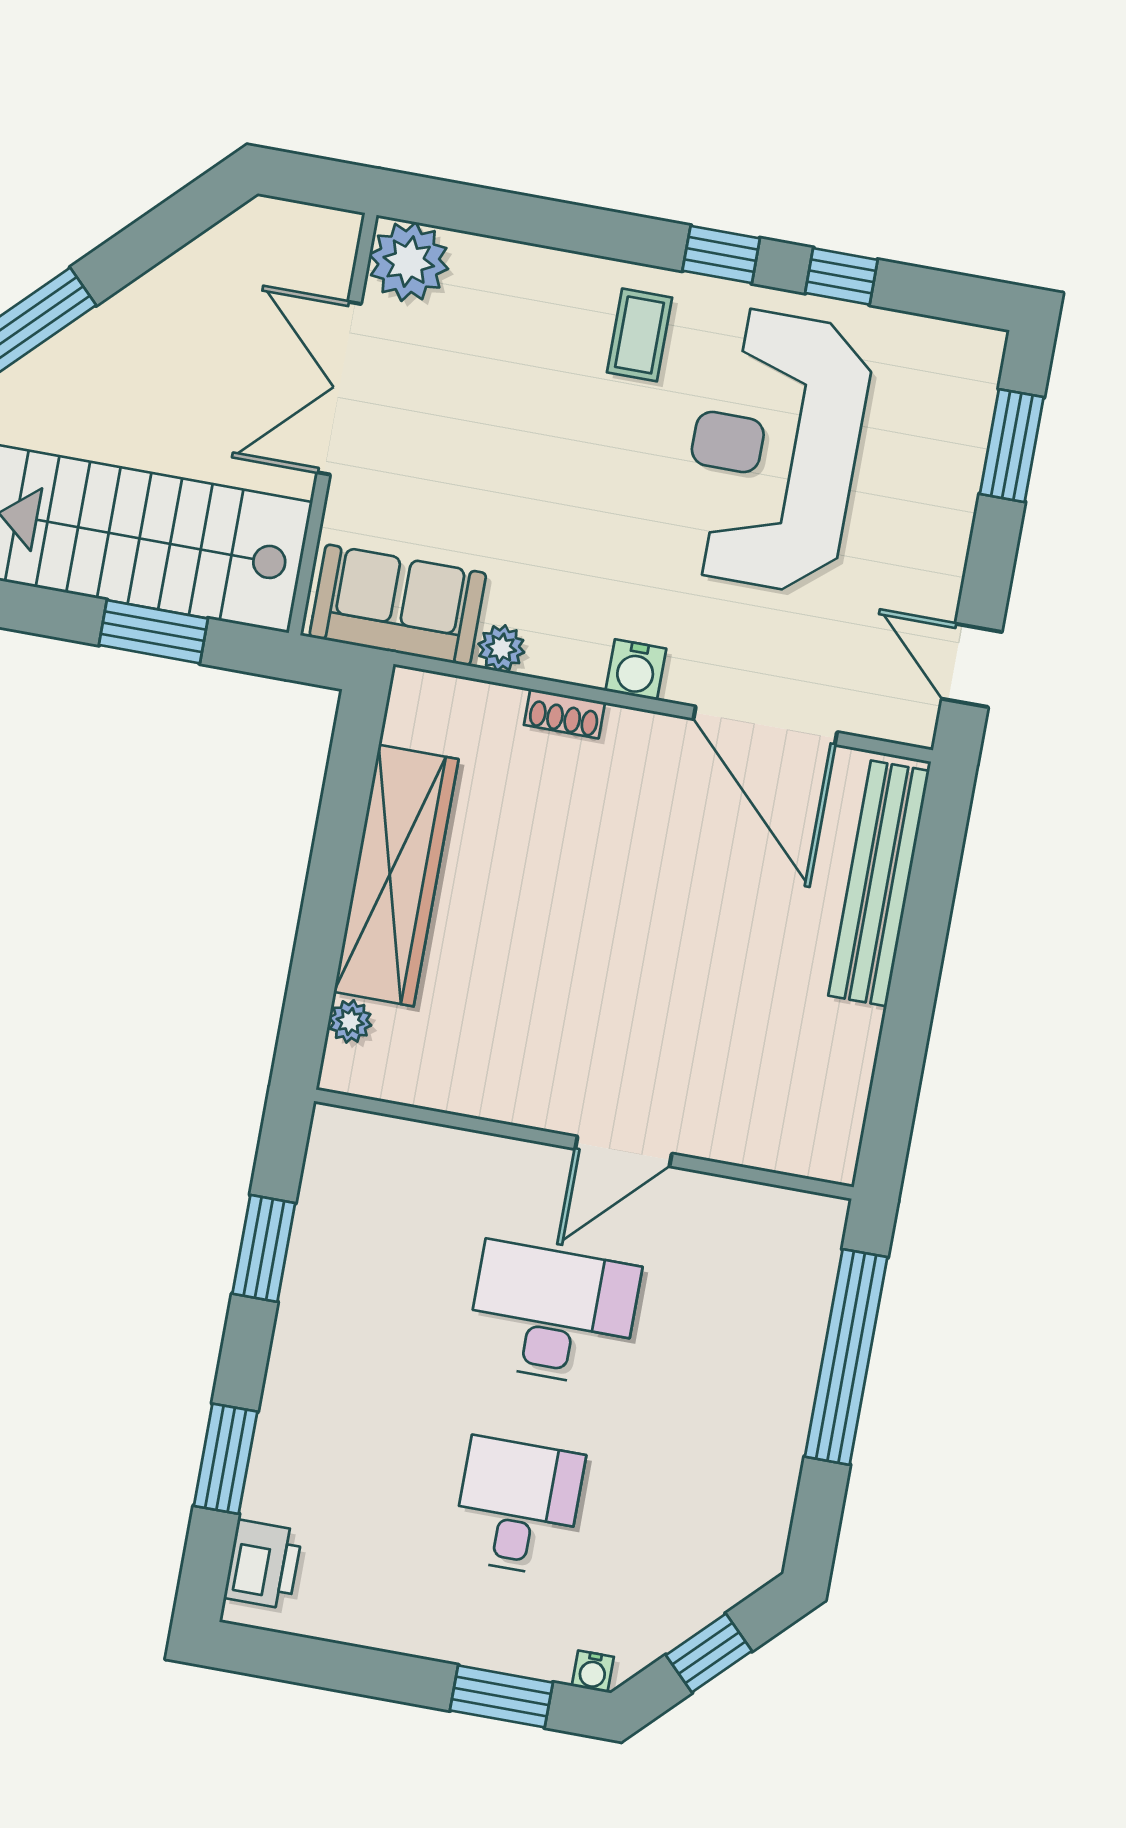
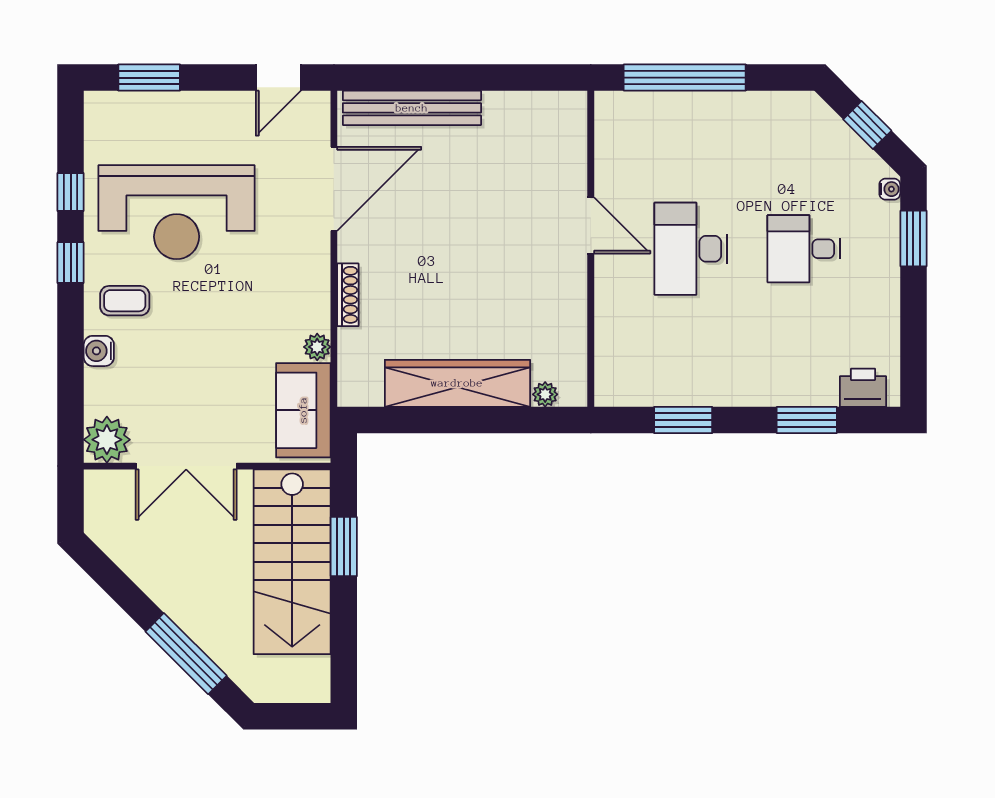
water cooler: (636, 670) -> (99, 351), moved, turned 180
shoe rack: (564, 714) -> (348, 295), width x1.43

